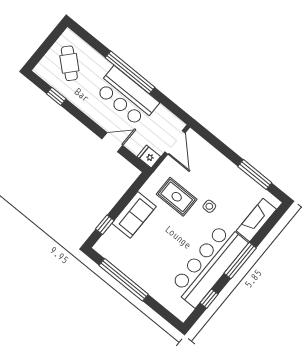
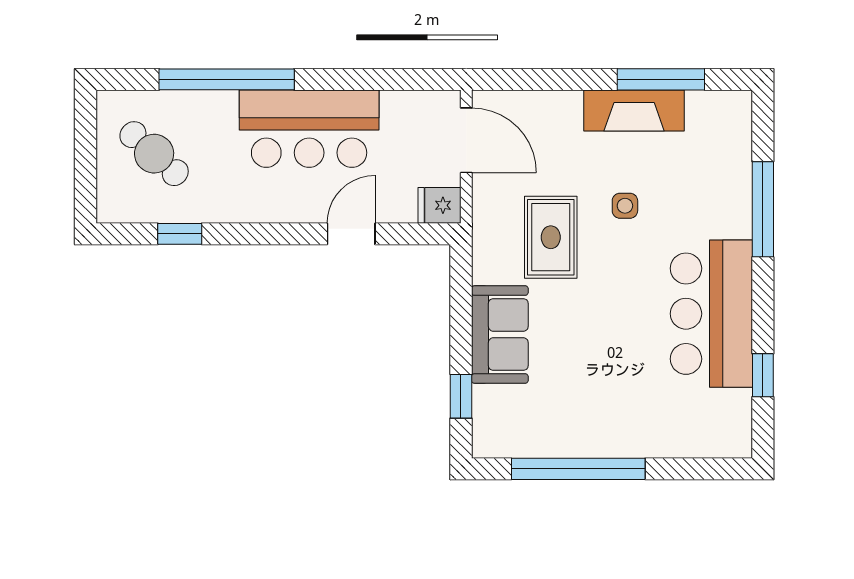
window: (130, 72) -> (227, 79), moved
rug: (177, 197) -> (551, 237), turned 90
fireplace: (256, 220) -> (634, 111), moved, turned -90
window: (240, 261) -> (763, 209), moved
bar counter: (209, 265) -> (711, 314), width x0.73

